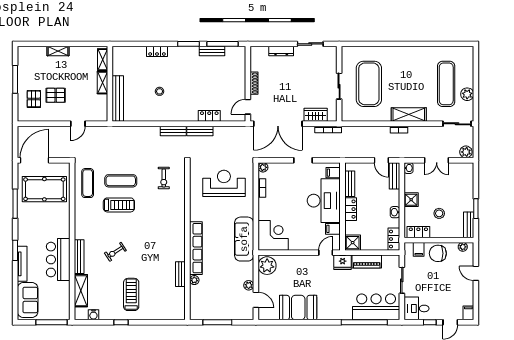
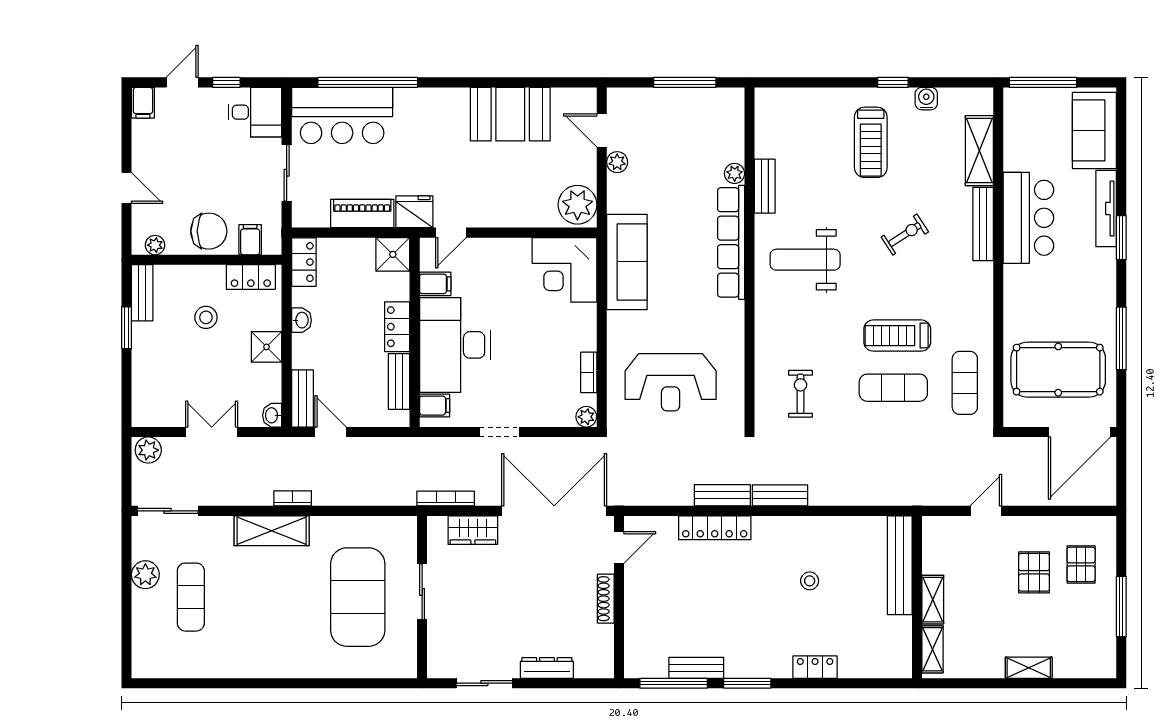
exercise mat: (446, 84) -> (191, 597), width x0.73, depth x0.69
pallet: (56, 95) -> (1034, 572), turned 90
locker: (209, 116) -> (715, 528), width x1.53
weight bench: (162, 240) -> (805, 260), added
water cooler: (93, 315) -> (926, 99), moved

